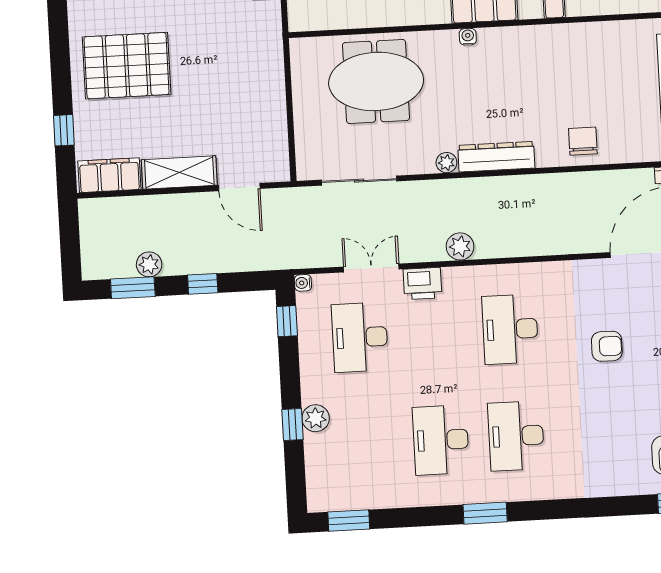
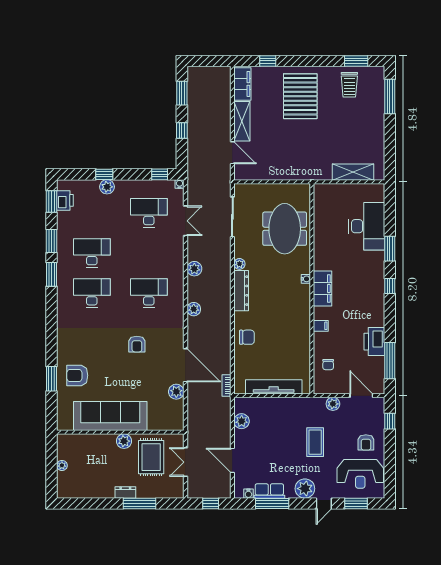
door: (239, 187) -> (232, 153), swing flipped
plant: (149, 264) -> (194, 309), moved
printer: (422, 284) -> (65, 200), moved, turned 180
window: (423, 517) -> (51, 241), added

